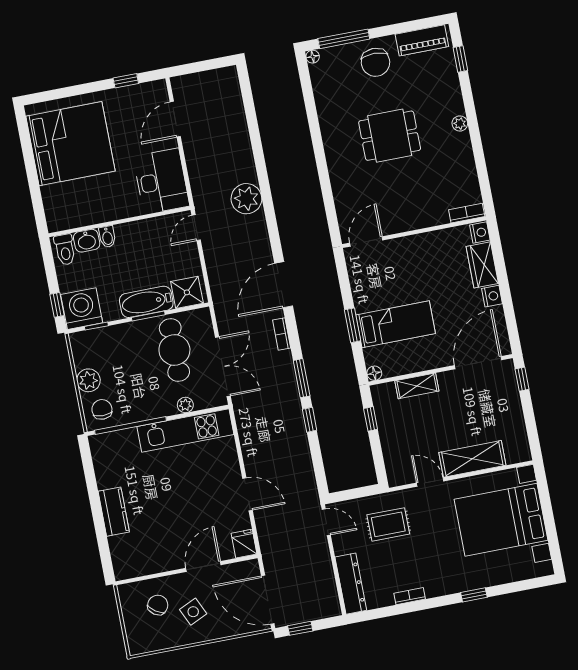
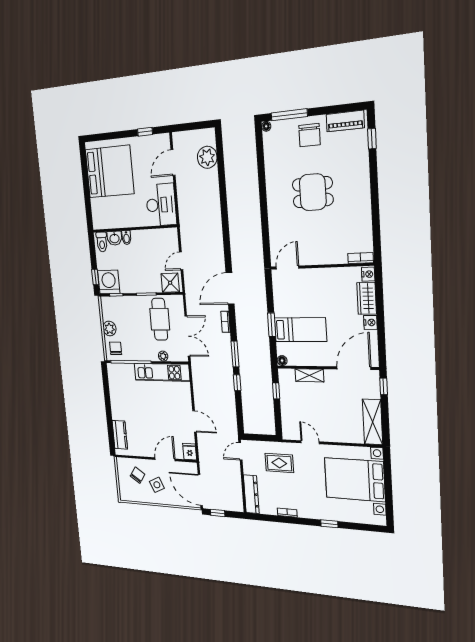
plant: (460, 123) -> (365, 189), removed
plant: (246, 199) -> (207, 157), moved
door: (196, 228) -> (181, 261), moved
bathtub: (146, 302) -> (146, 285), removed
shelving: (472, 459) -> (372, 422), moved, turned 90
kitchen counter: (114, 512) -> (120, 435), moved
door: (326, 522) -> (240, 451), swing flipped

